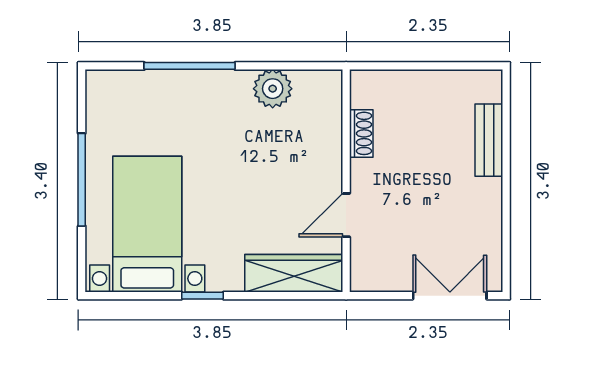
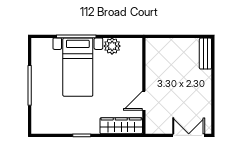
shoe rack: (361, 133) -> (150, 65), removed
bench: (489, 140) -> (205, 54), moved
bed with nightstands: (147, 224) -> (78, 67), moved, turned 180

